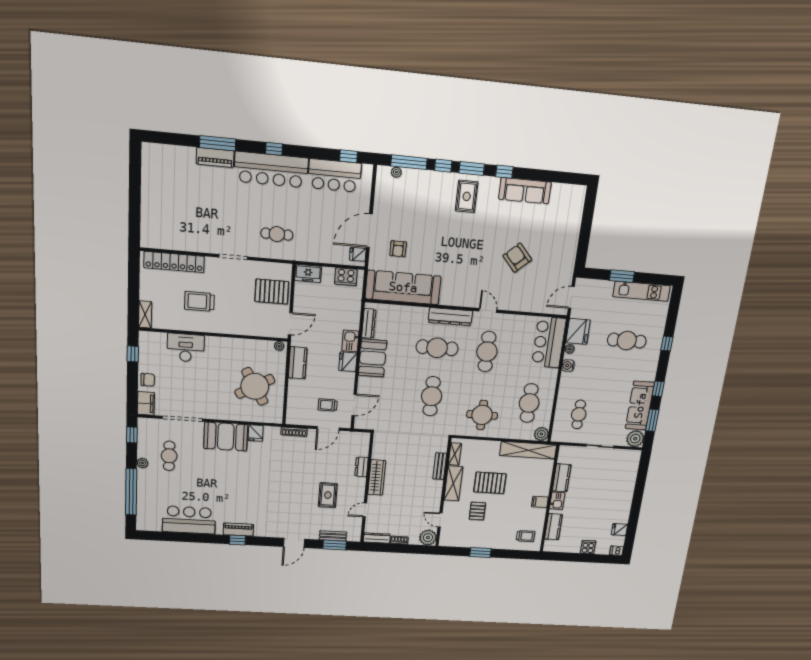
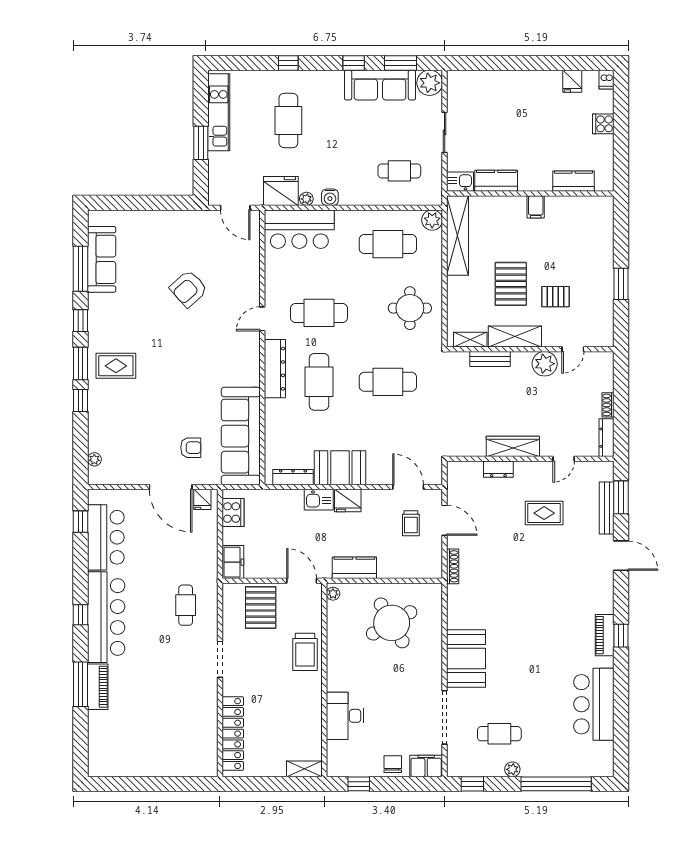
window: (409, 162) -> (81, 269), moved
sofa: (525, 191) -> (102, 259), moved
trolley: (199, 301) -> (305, 652), moved
fridge: (256, 433) -> (458, 618), removed
kitchen sink: (557, 501) -> (460, 182), moved
door: (365, 510) -> (564, 459), hinge flipped
bench: (333, 536) -> (607, 508), width x1.36
trolley: (526, 536) -> (591, 220), removed
plant: (428, 538) -> (545, 364), moved

